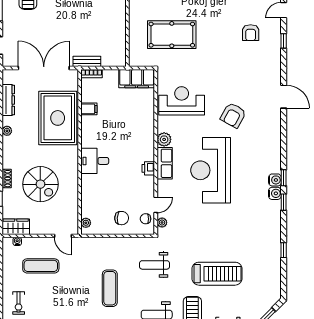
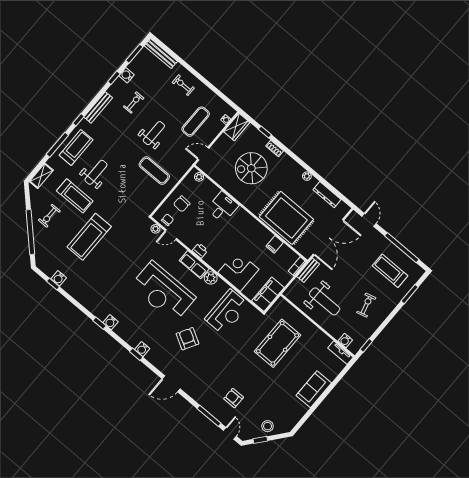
weight bench: (102, 25) -> (325, 301), added
window: (284, 41) -> (209, 416), width x2.17
corner desk: (138, 121) -> (238, 271), added
desk: (95, 161) -> (223, 207), moved
reception desk: (211, 170) -> (163, 292), turned 180
window: (284, 178) -> (136, 354), moved
water cooler: (275, 180) -> (142, 349), moved
door: (156, 205) -> (171, 235), hinge flipped
window: (284, 250) -> (53, 284), moved
weight bench: (155, 265) -> (154, 133), moved
water cooler: (275, 270) -> (59, 278), added
exercise mat: (110, 288) -> (154, 171), moved

